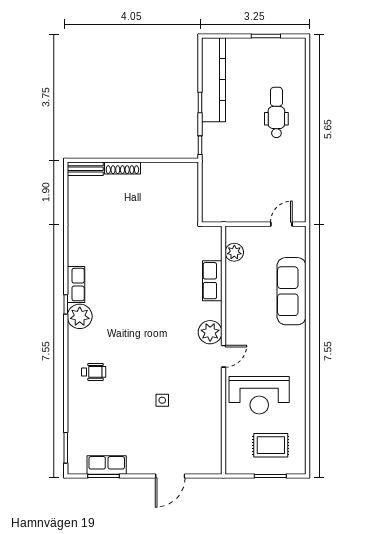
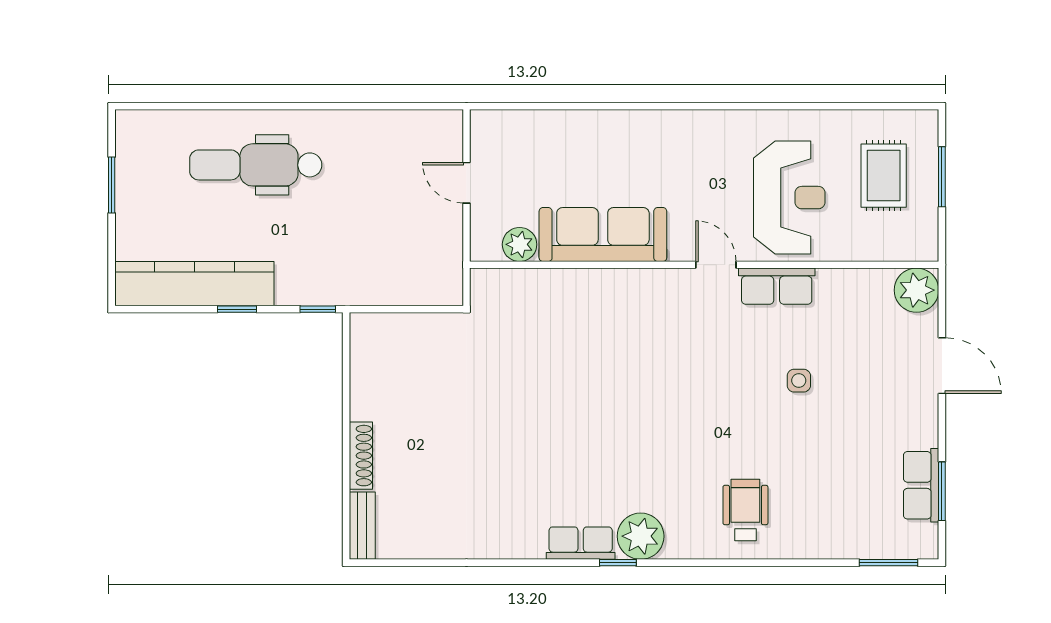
dental chair: (276, 112) -> (256, 165), width x1.36, depth x1.38
door: (281, 224) -> (467, 183), moved
row of seats: (212, 281) -> (777, 286), moved
sofa: (291, 291) -> (603, 235), moved, turned 180
plant: (210, 332) -> (917, 290), moved
wheelchair: (94, 372) -> (745, 510), width x1.36, depth x1.37

